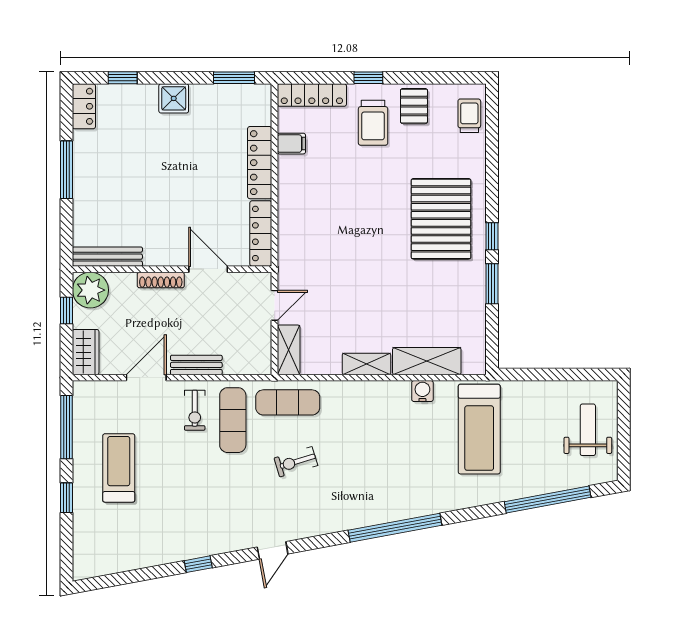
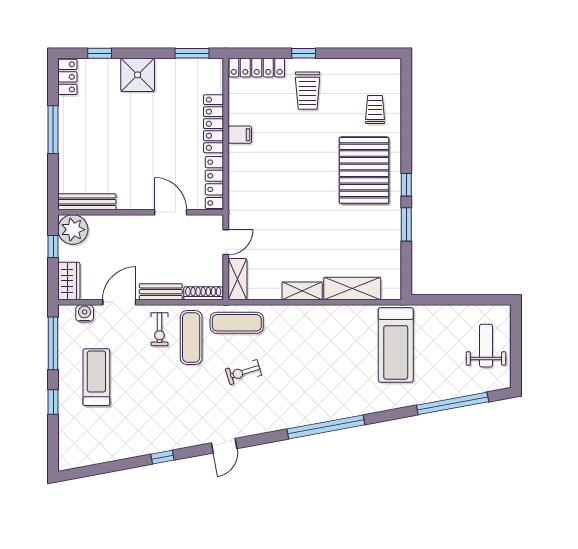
shower: (174, 98) -> (138, 75), width x1.36, depth x1.36
pallet: (414, 106) -> (342, 77), removed
trolley: (469, 116) -> (375, 110), moved
filing cabinet: (291, 144) -> (240, 135), moved
shoe rack: (161, 280) -> (203, 293), moved, turned 180
water cooler: (422, 391) -> (85, 313), moved

